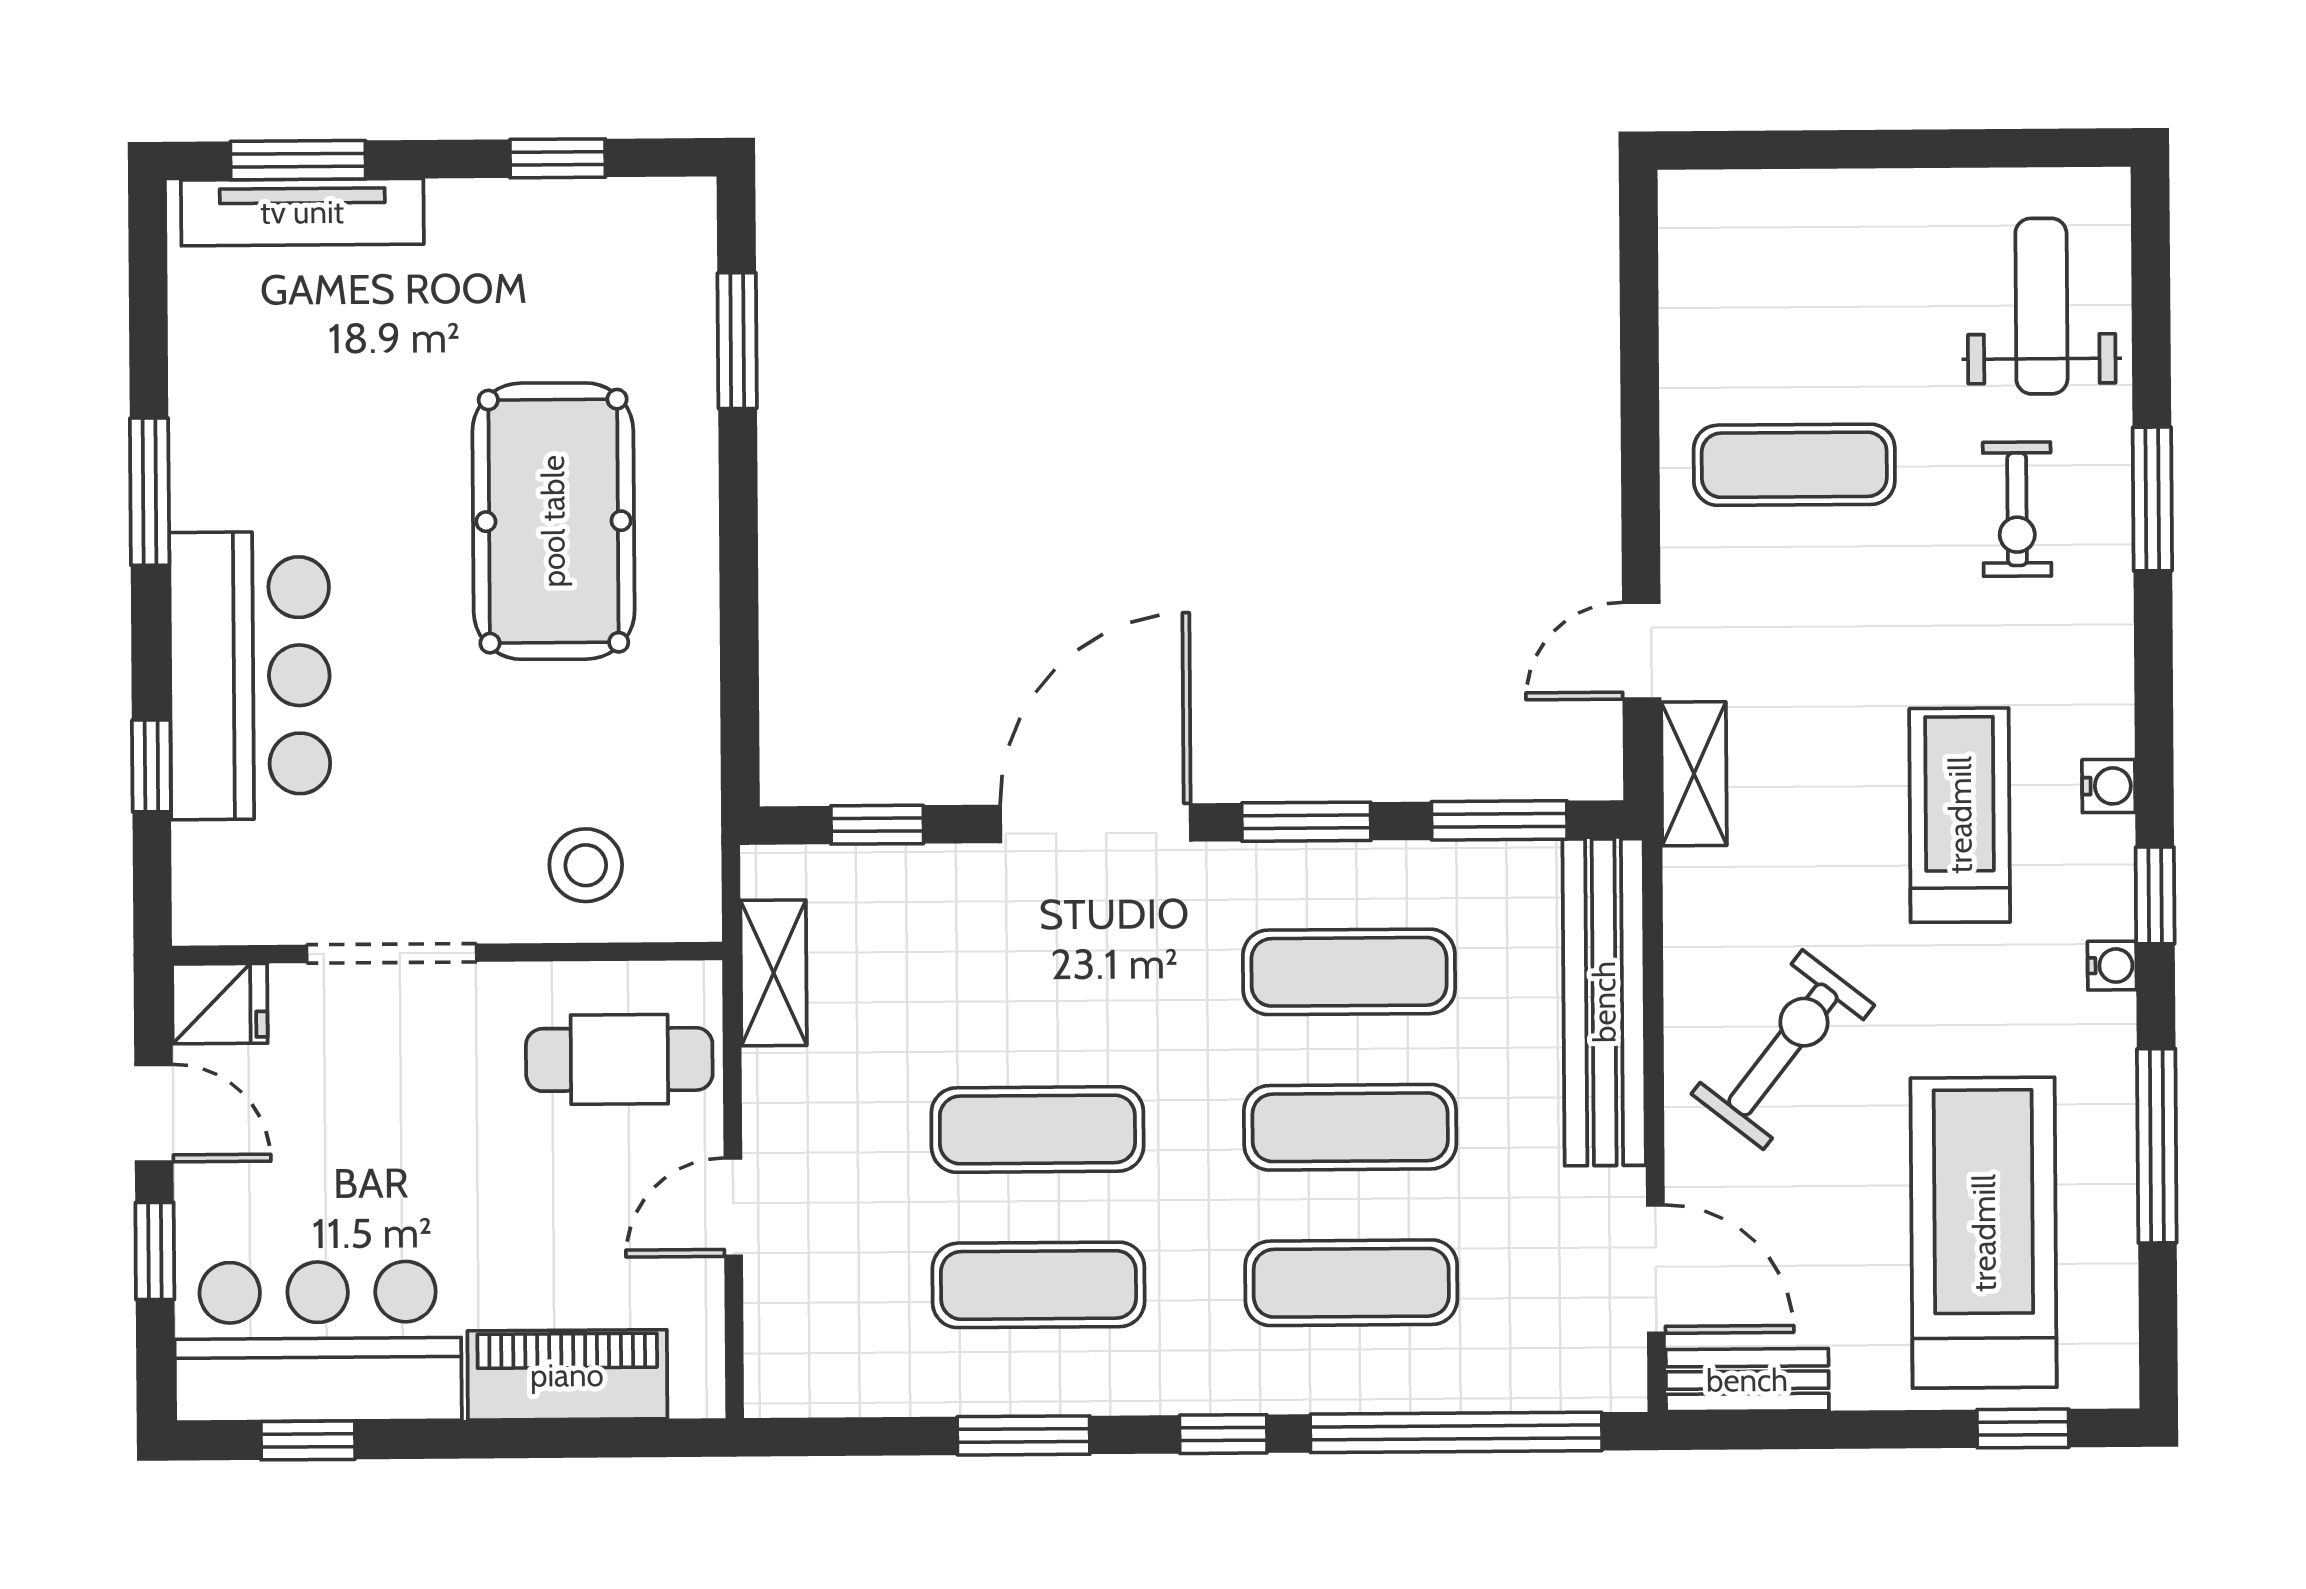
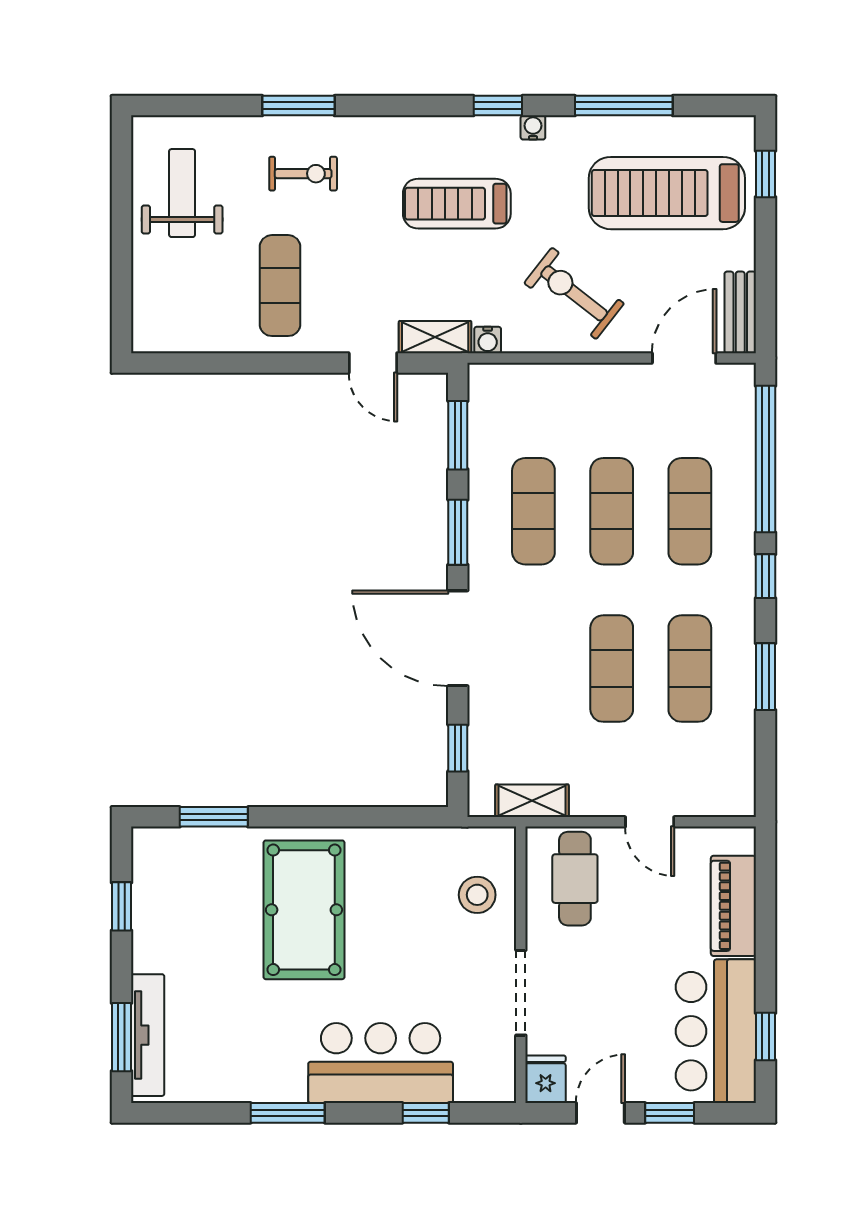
weight bench: (2041, 306) -> (182, 193), moved, turned 90
pool table: (553, 521) -> (304, 910), turned 90
water cooler: (2109, 786) -> (488, 340), moved, turned 180
bench: (1604, 1002) -> (550, 383), removed

